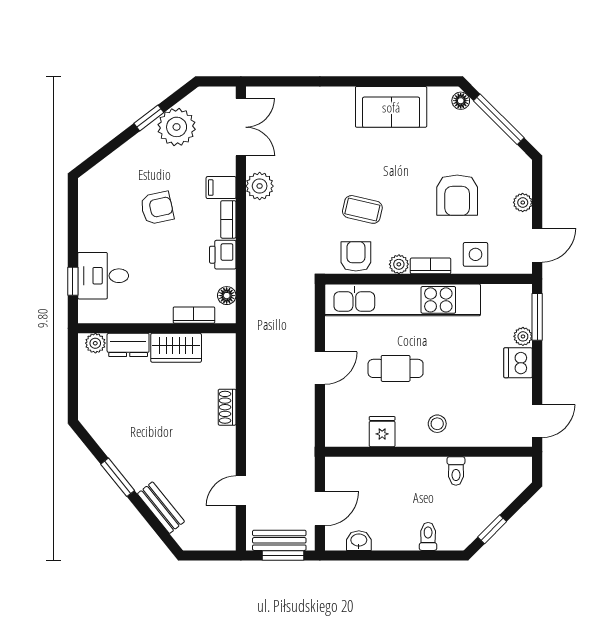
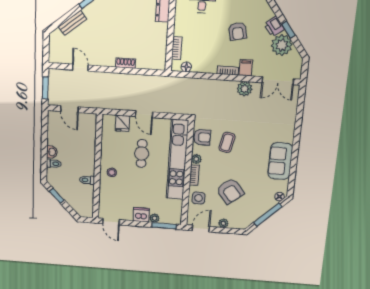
armchair: (457, 195) -> (230, 191), turned -129
door: (537, 245) -> (201, 229), swing flipped
printer: (223, 255) -> (274, 27), moved, turned -127
wardrobe: (176, 348) -> (159, 37), removed
fridge: (382, 432) -> (122, 123), moved, turned 90
bench: (279, 540) -> (53, 86), removed
washbasin: (359, 541) -> (52, 152), moved

